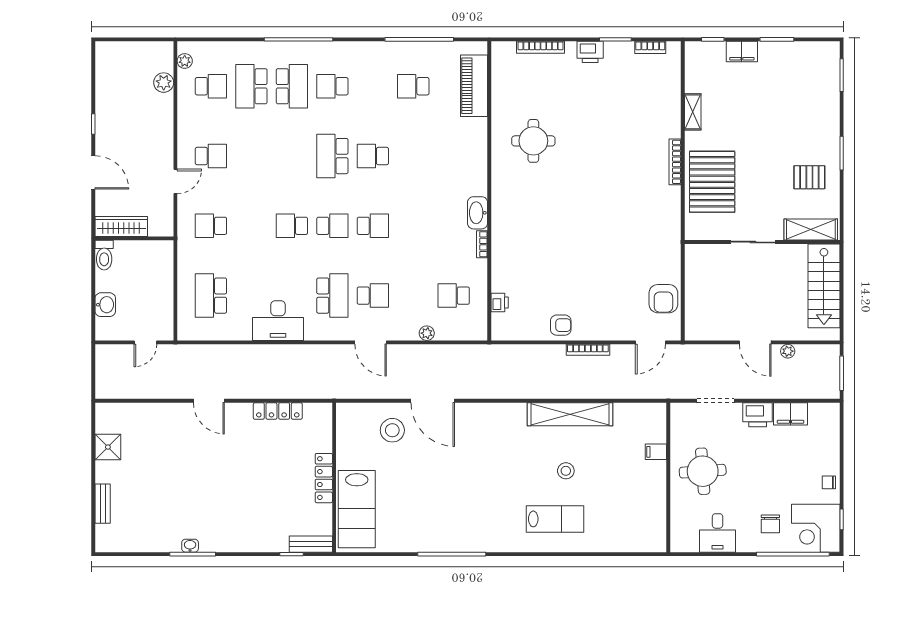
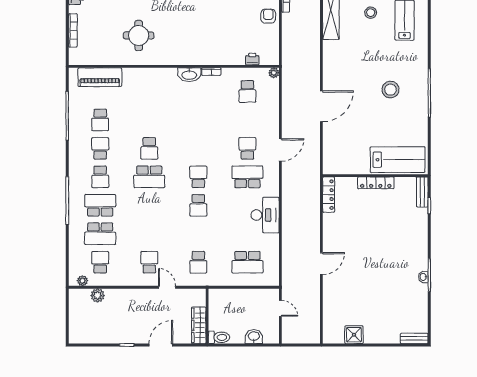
school desk: (373, 226) -> (100, 148), moved
plant: (427, 333) -> (274, 73), moved
locker: (278, 411) -> (329, 195), moved
stool: (392, 430) -> (390, 90), moved
bench: (103, 504) -> (414, 338), moved

